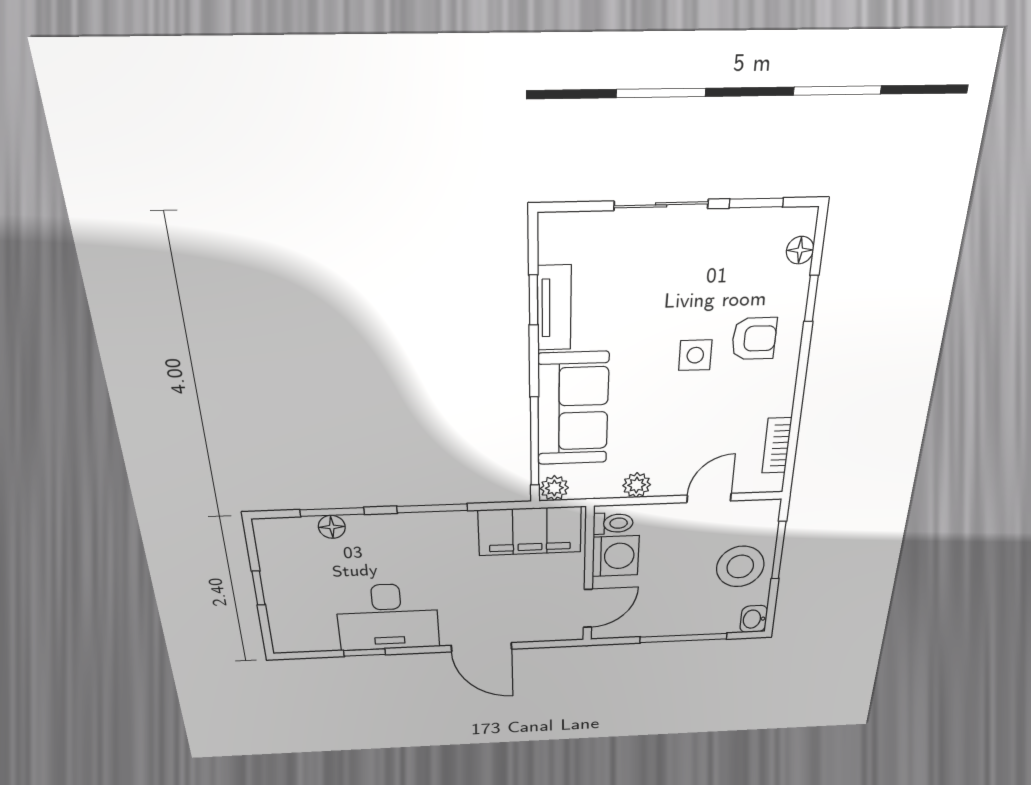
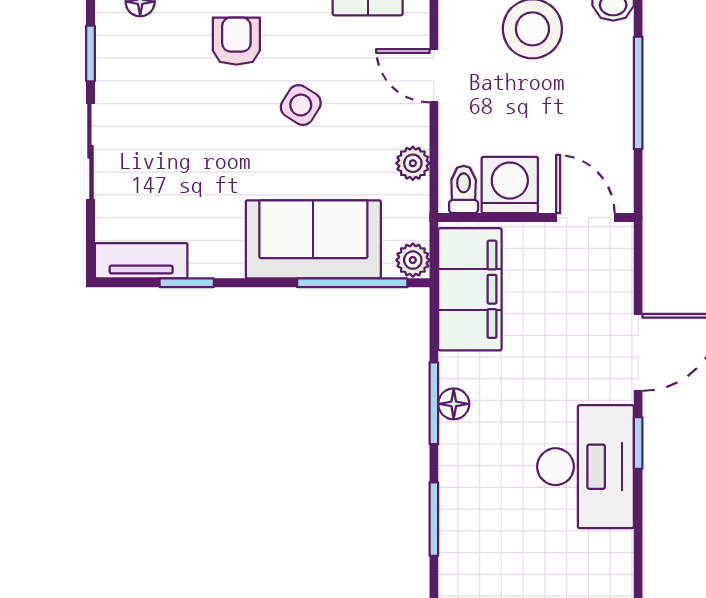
tv unit: (554, 308) -> (141, 261), moved
side table: (695, 355) -> (301, 105), moved, turned 32
floor lamp: (332, 527) -> (454, 404), moved
window: (364, 652) -> (638, 443), moved

